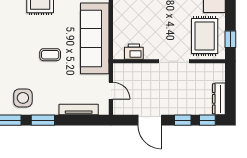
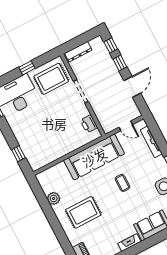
window: (230, 39) -> (27, 68), moved
door: (111, 91) -> (126, 126), swing flipped
dresser: (219, 99) -> (78, 52), moved

